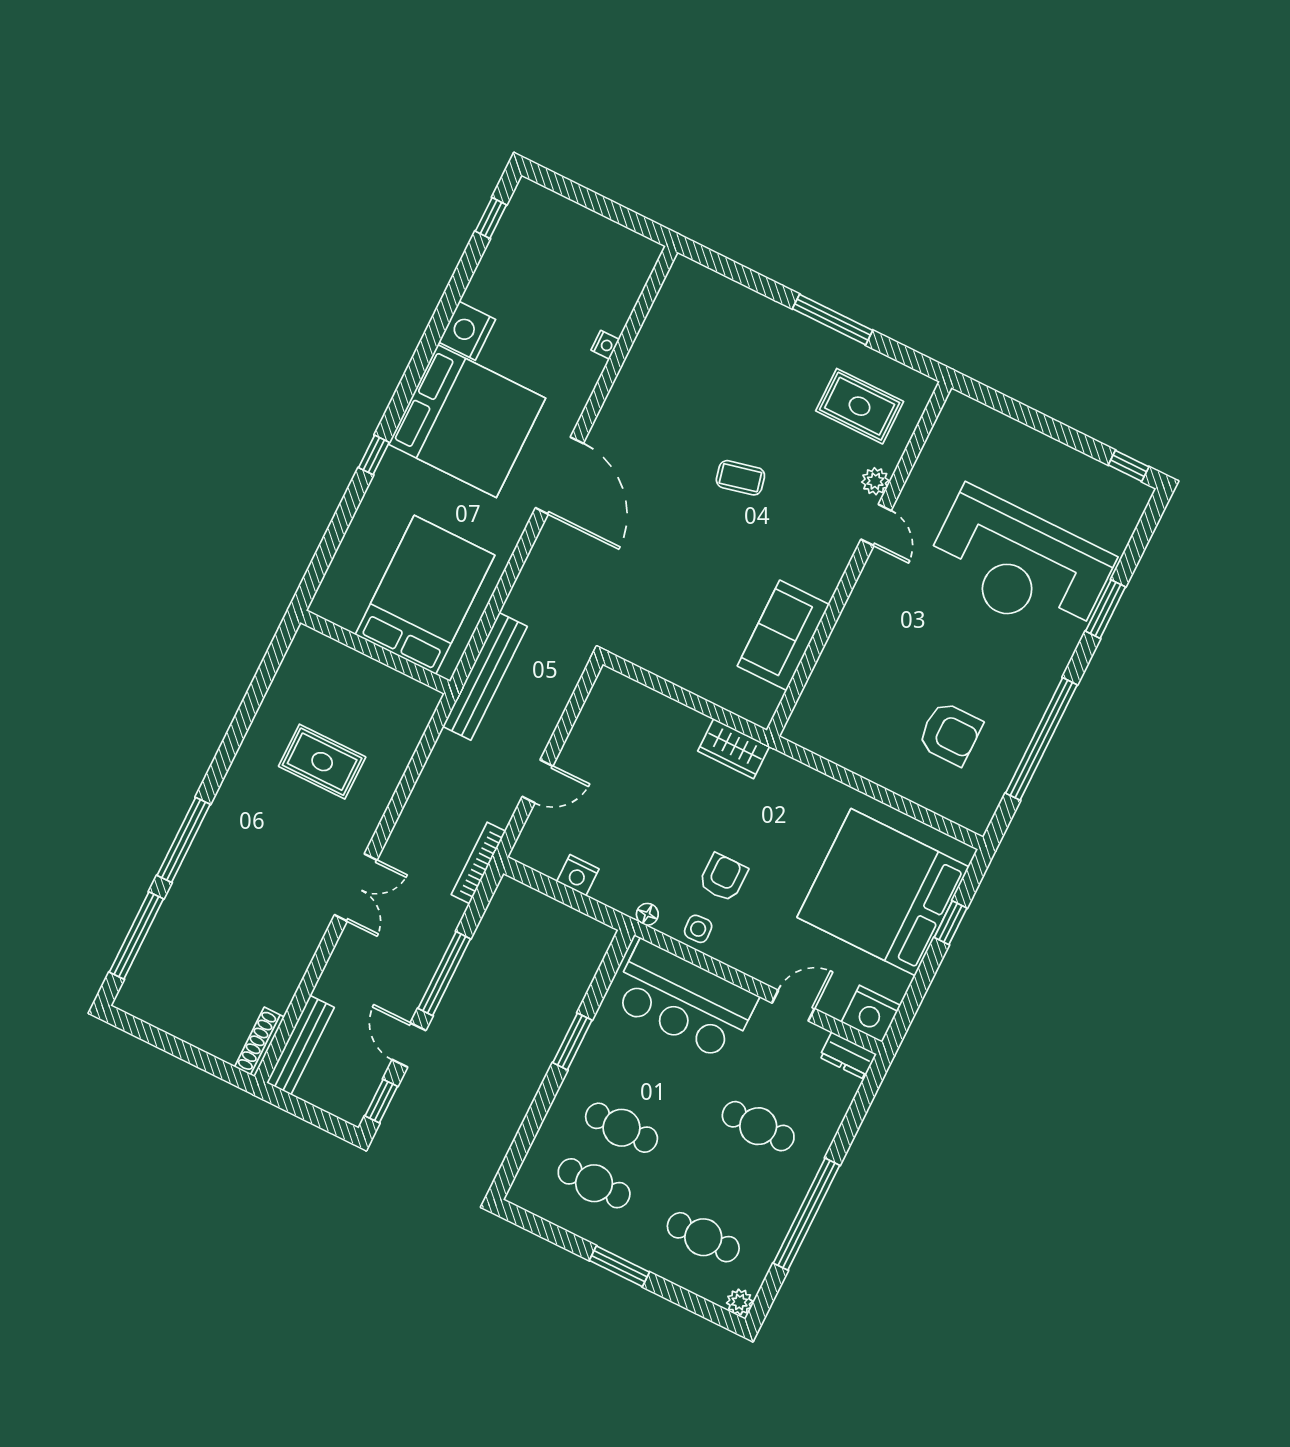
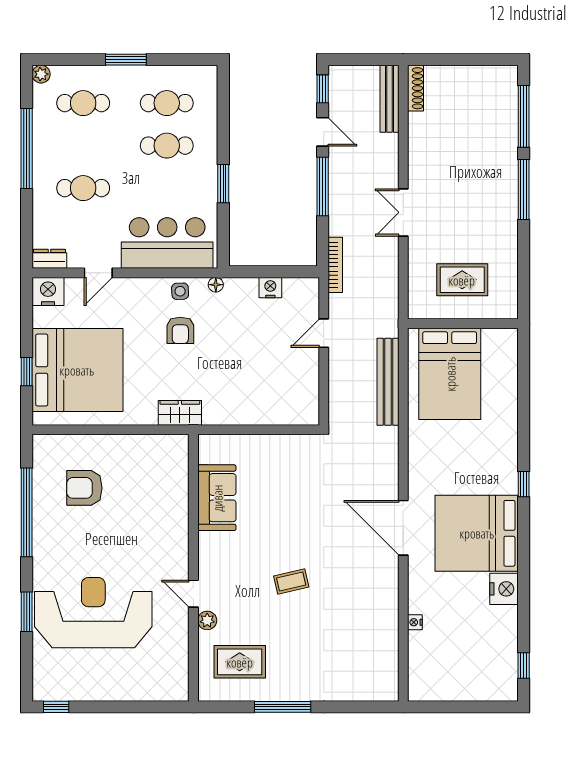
bed: (425, 595) -> (450, 374), moved
wall: (375, 652) -> (463, 324), moved
wardrobe: (734, 749) -> (180, 413), moved

